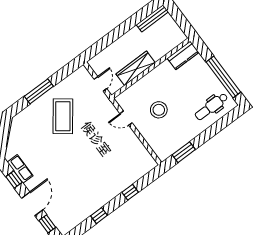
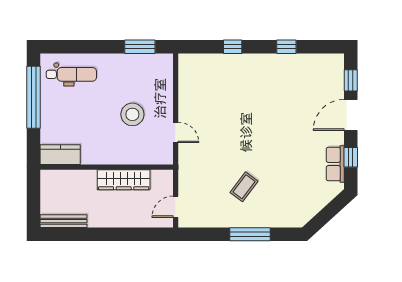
door: (100, 84) -> (176, 207), moved
coffee table: (63, 116) -> (244, 187), width x0.54, depth x0.58

